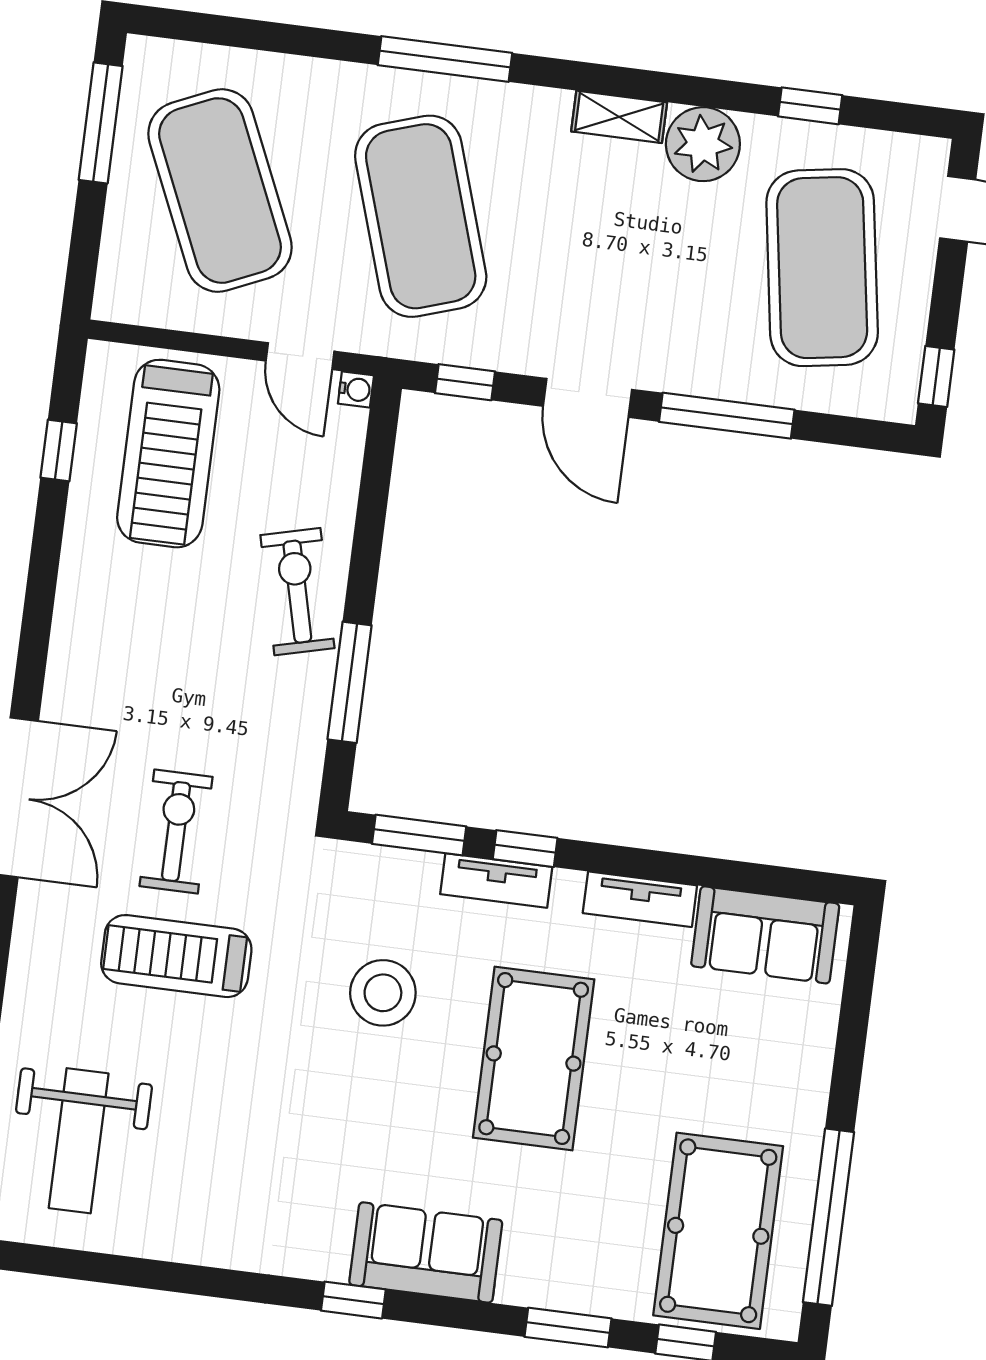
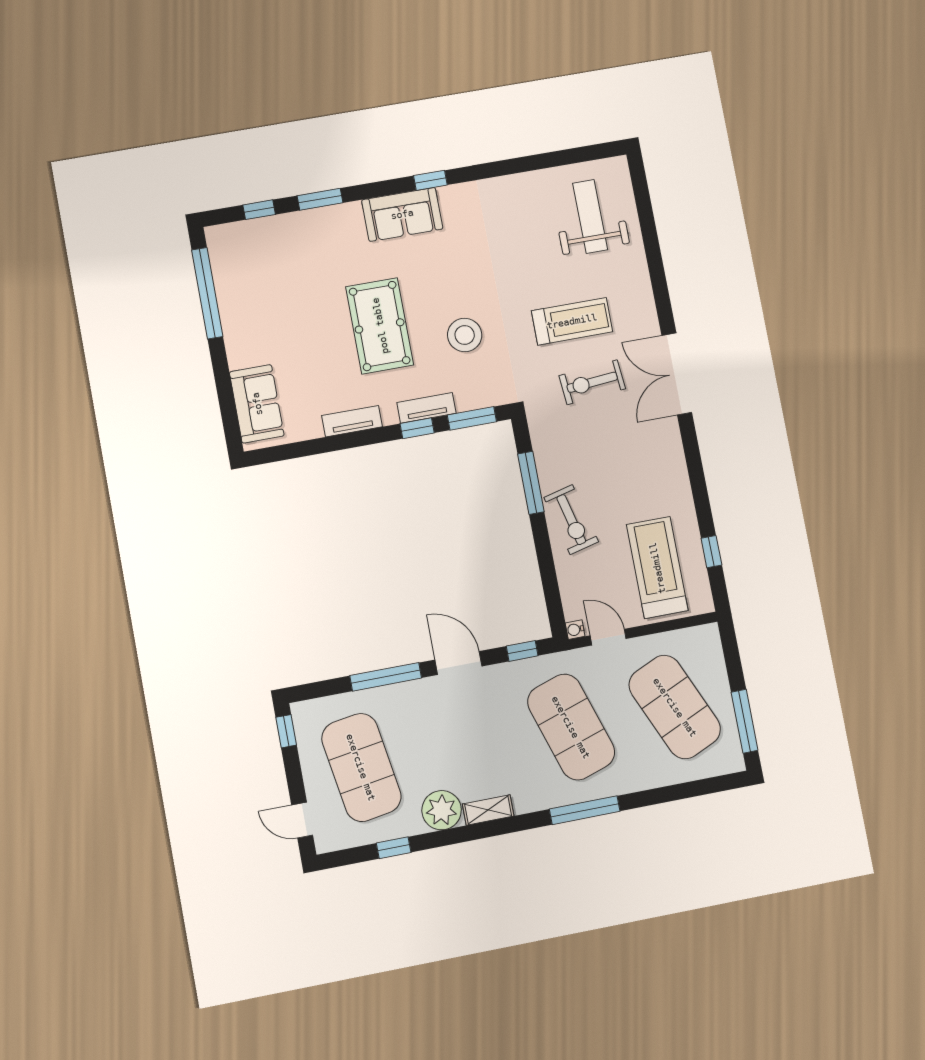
exercise bike: (176, 832) -> (592, 382), turned 85
sofa: (765, 935) -> (257, 404), moved, turned 90
pool table: (718, 1231) -> (260, 270), removed

